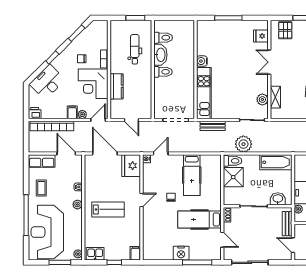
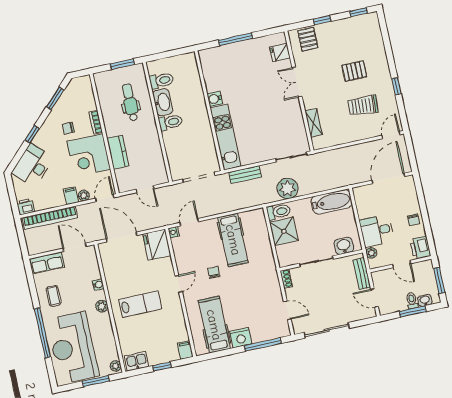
plant: (262, 99) -> (299, 129), removed
hospital bed: (199, 220) -> (214, 325), moved, turned 90

